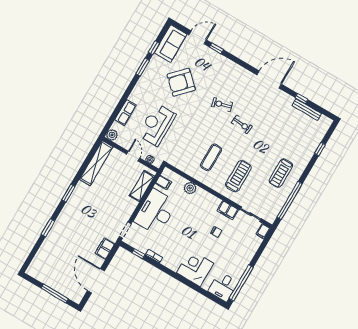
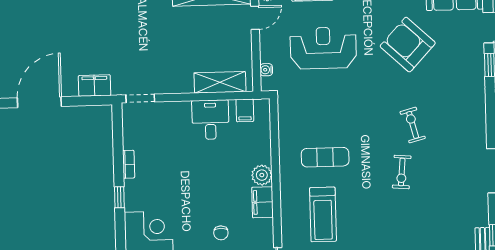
door: (133, 156) -> (255, 18), moved
treadmill: (238, 176) -> (323, 214), turned 90
plant: (190, 188) -> (262, 175), moved
filing cabinet: (228, 210) -> (262, 202), moved
desk: (156, 212) -> (210, 120), width x0.53, depth x0.77
window: (138, 254) -> (119, 197), moved

